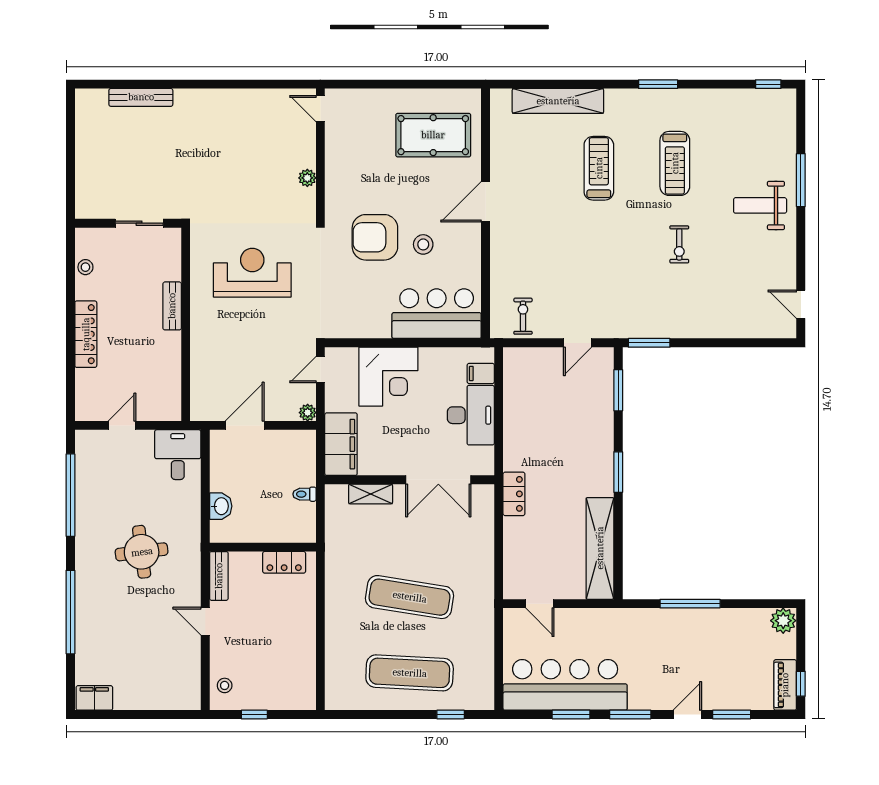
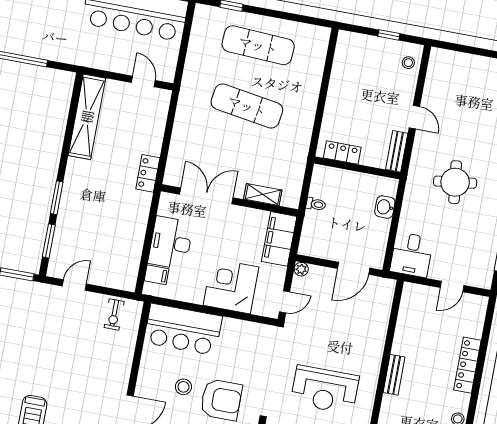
window: (618, 472) -> (57, 198), moved

